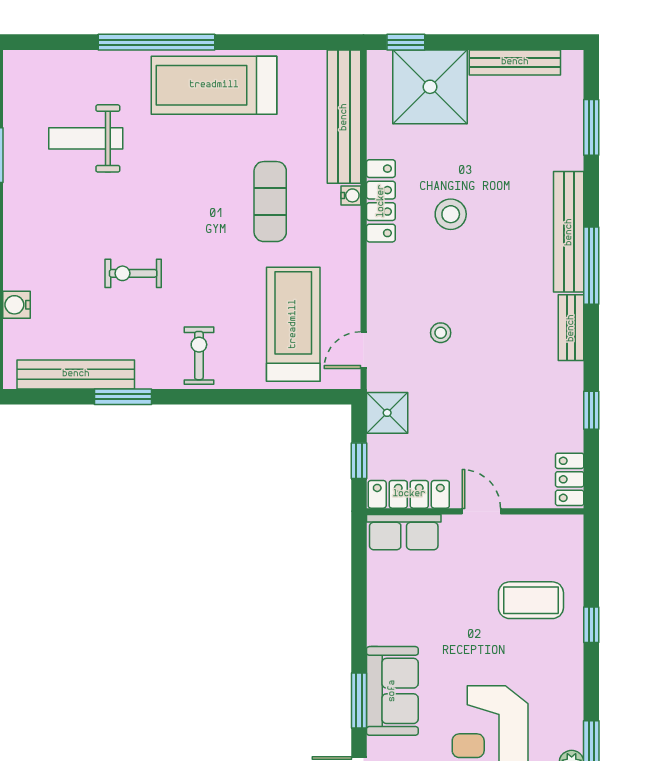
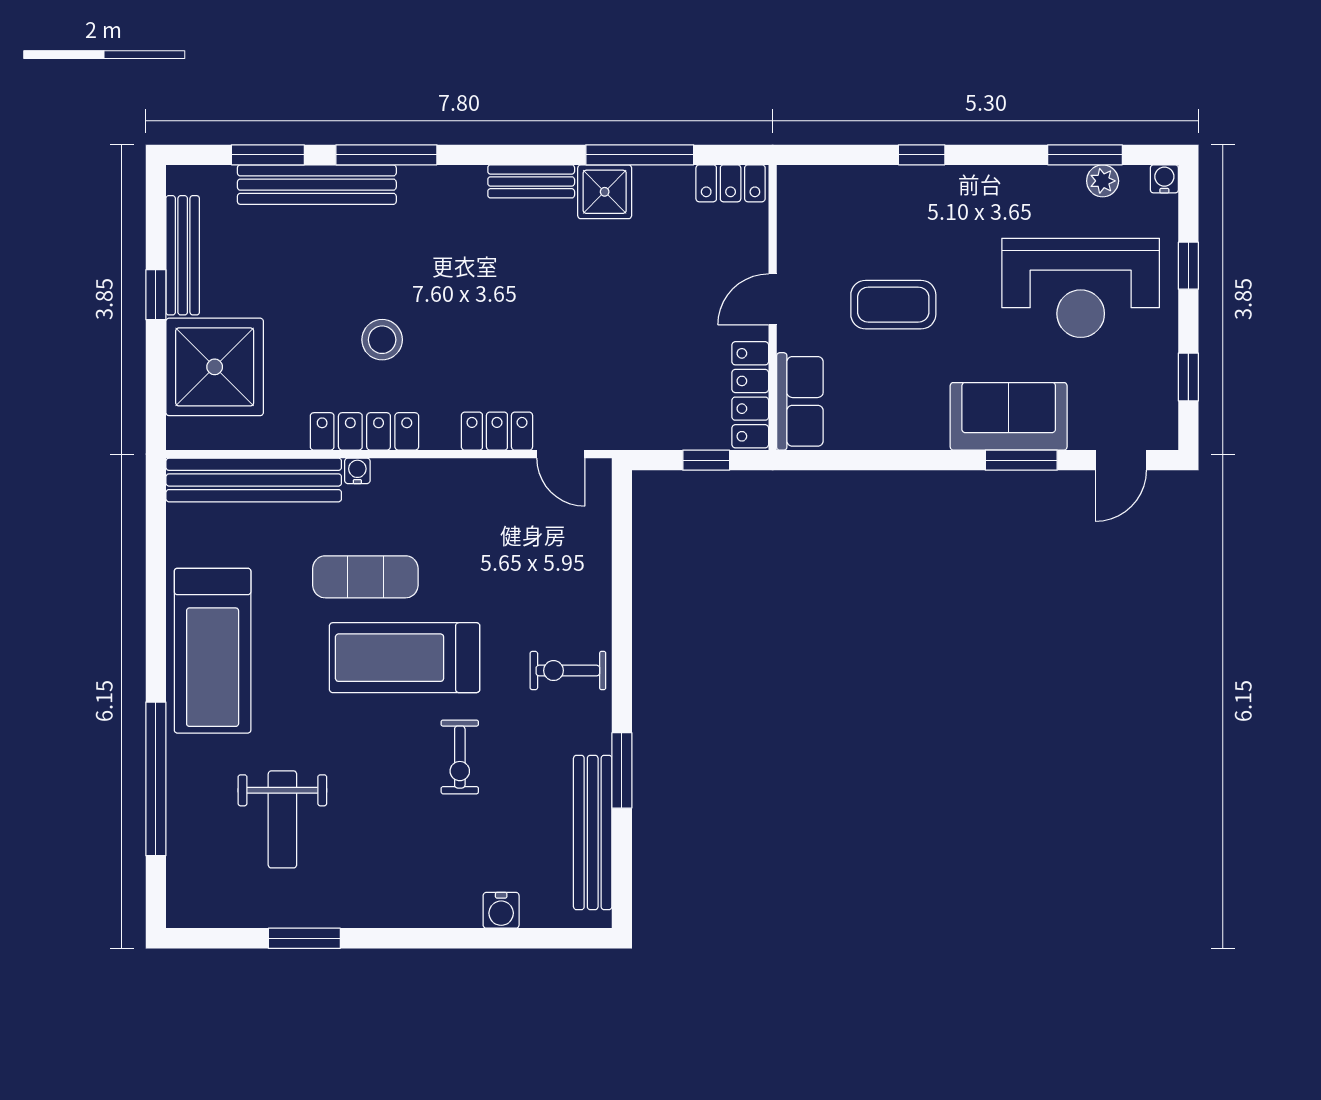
window: (157, 42) -> (156, 779), moved
window: (406, 42) -> (156, 295), moved
bench: (569, 232) -> (317, 185), moved
window: (591, 266) -> (386, 155), moved
locker: (381, 302) -> (497, 431), added
treadmill: (293, 324) -> (405, 658), moved
stool: (441, 333) -> (538, 353), removed
window: (591, 410) -> (640, 155), width x2.17
shower: (387, 413) -> (605, 192), moved
coffee table: (531, 600) -> (893, 305), moved, turned 90

